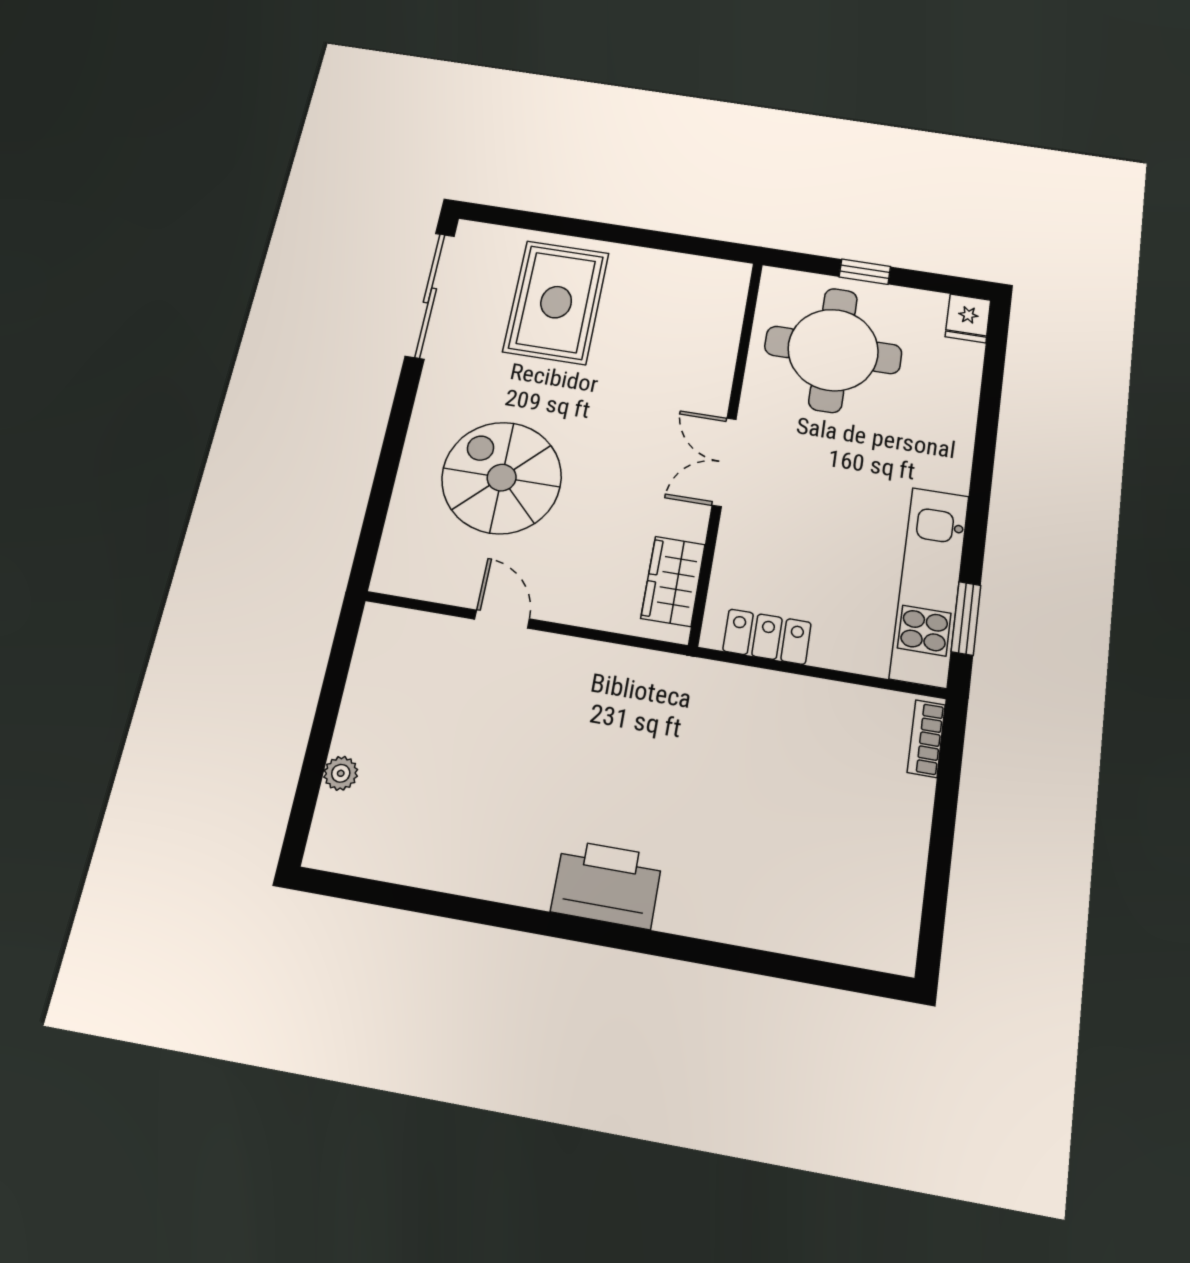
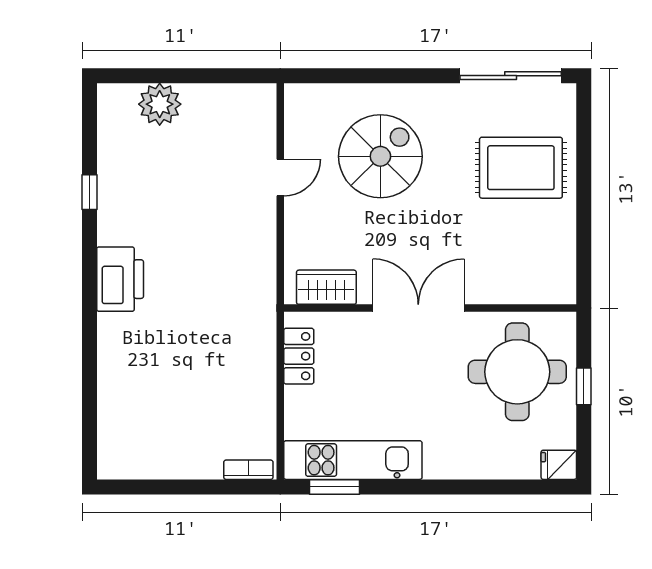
double door: (724, 462) -> (418, 308), width x1.37
plant: (341, 773) -> (160, 104), width x1.87, depth x1.87
window: (464, 909) -> (89, 192), added

